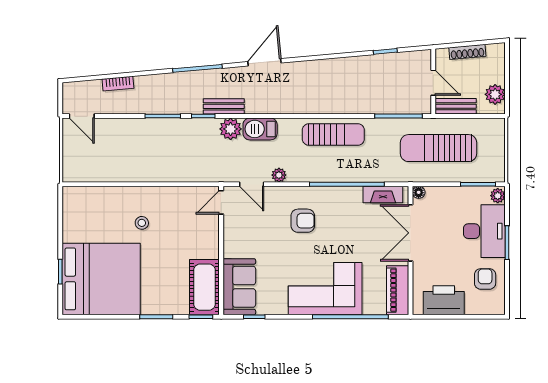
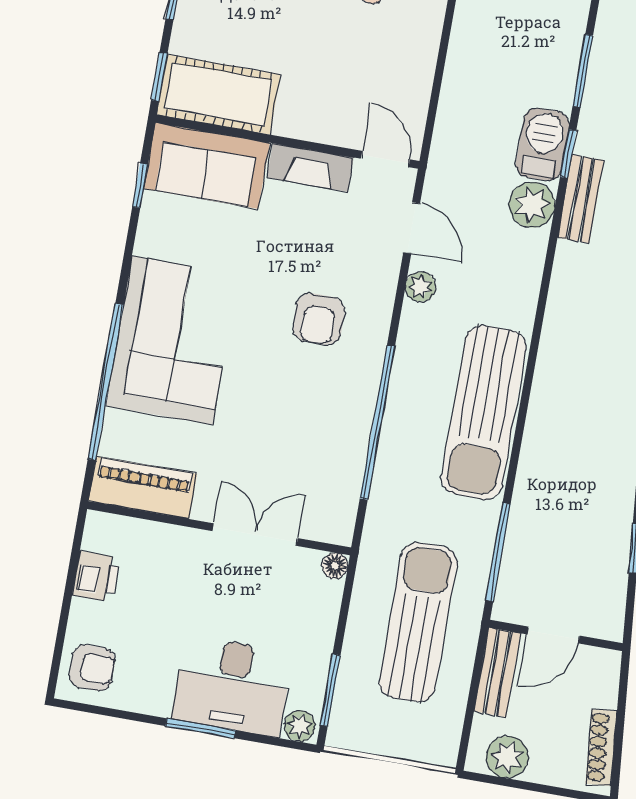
shoe rack: (467, 52) -> (601, 747), moved
barbecue: (260, 129) -> (543, 144), moved
sun lounger: (333, 135) -> (484, 412), width x1.36, depth x1.34
door: (252, 184) -> (412, 228), swing flipped
fireplace: (383, 194) -> (310, 168), moved, turned -90
double door: (410, 233) -> (255, 535), width x0.73
armchair: (485, 279) -> (92, 668), moved
printer: (444, 300) -> (96, 576), width x0.53, depth x0.68

